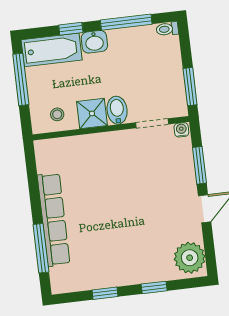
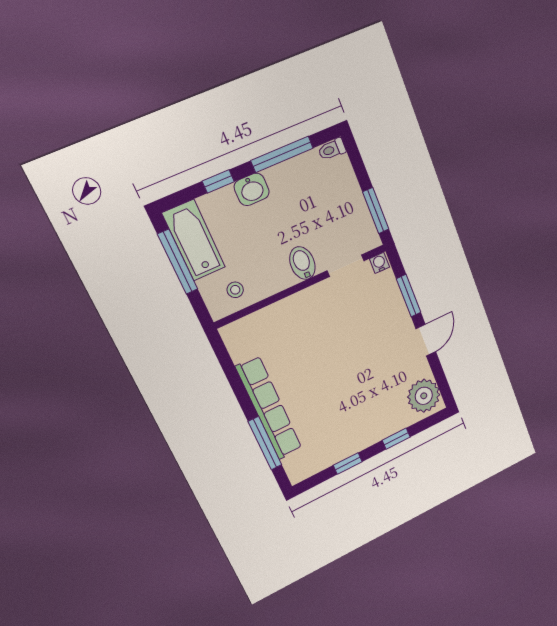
bathtub: (52, 50) -> (194, 240), moved, turned -90
shower: (92, 113) -> (275, 276), removed

